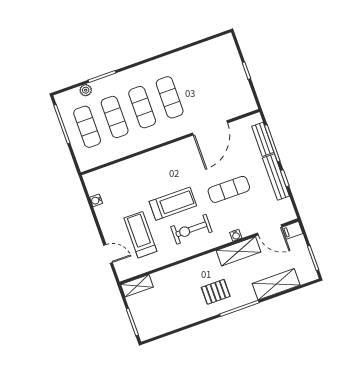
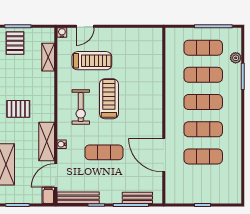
exercise mat: (197, 88) -> (203, 156), added
bench: (276, 177) -> (78, 198), moved
exercise mat: (229, 189) -> (104, 152), turned 90
water cooler: (96, 200) -> (62, 33), moved
treadmill: (173, 204) -> (109, 99), turned 180
exercise bike: (191, 229) -> (81, 107), turned 180
shelving: (137, 286) -> (48, 57), moved
pallet: (216, 292) -> (18, 109), turned 90
pallet: (150, 319) -> (15, 43), added

